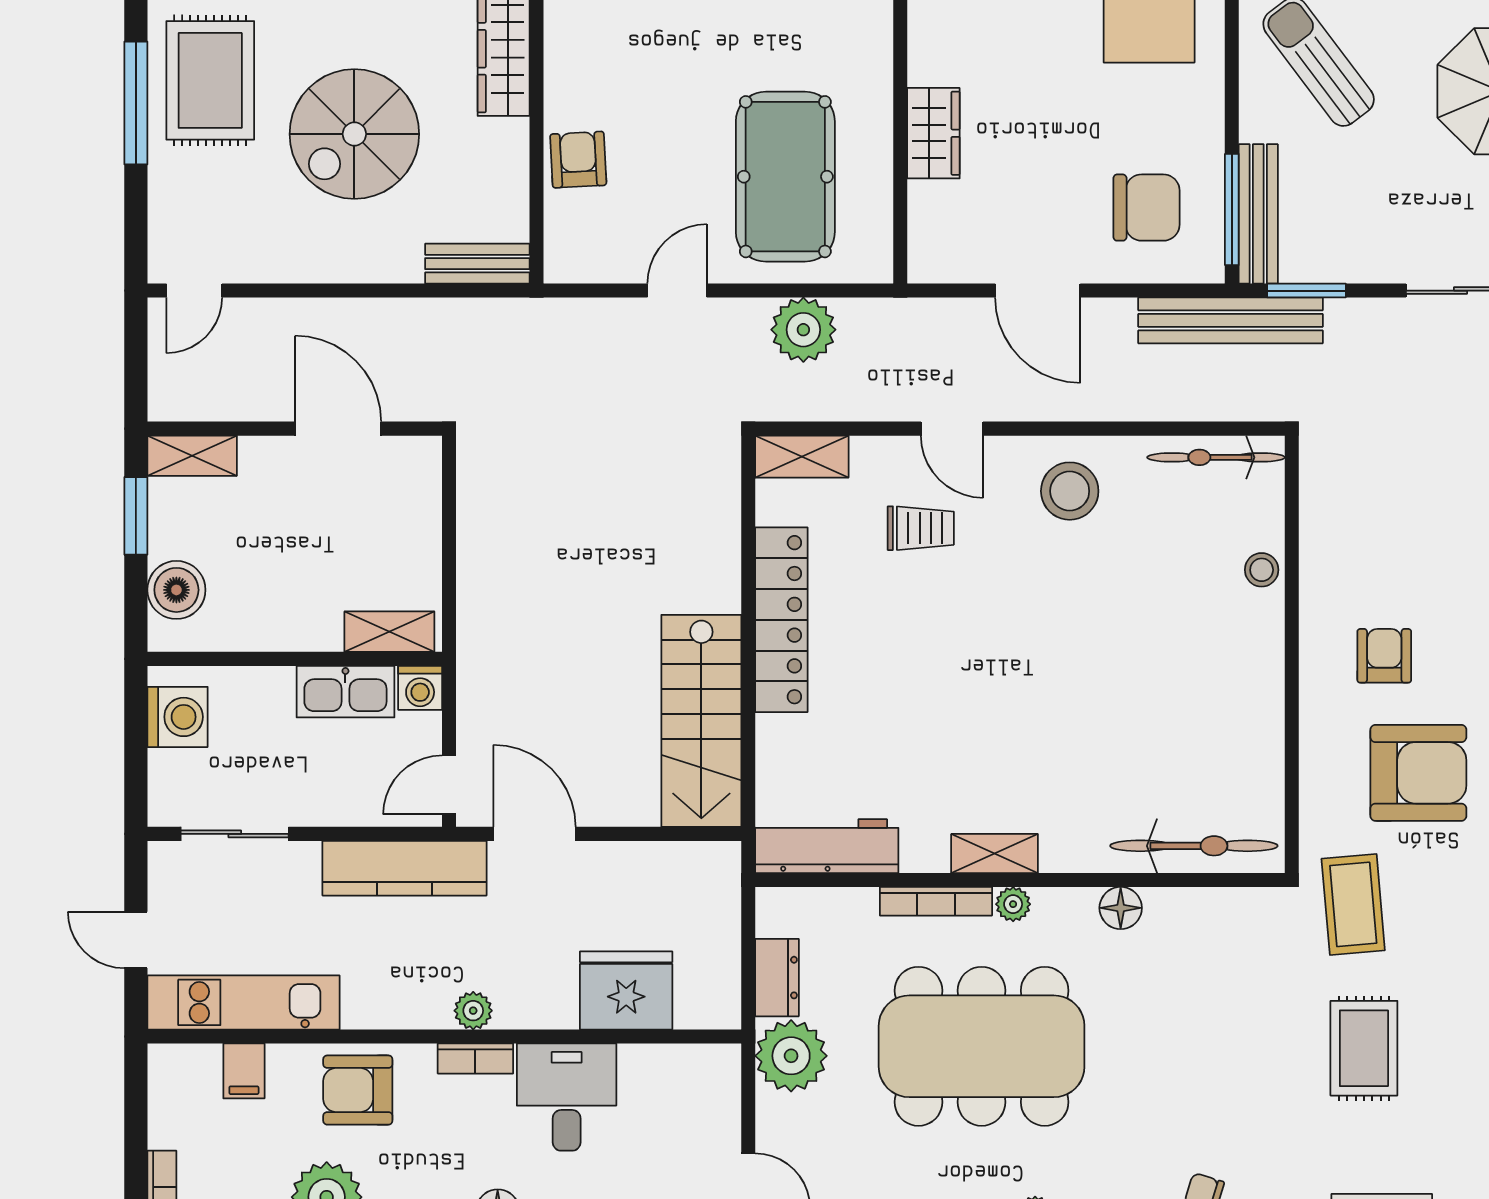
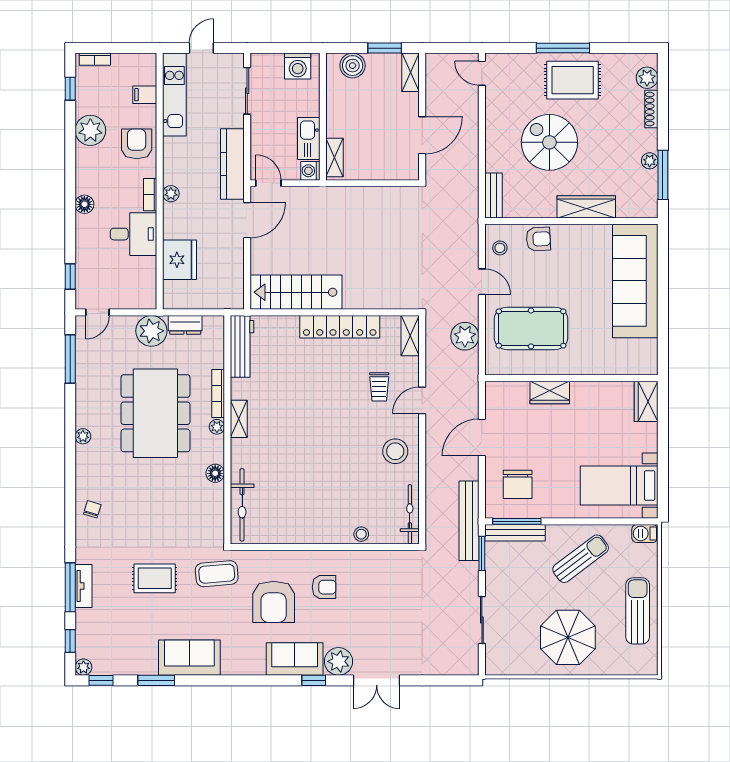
stool: (599, 249) -> (500, 248), added

